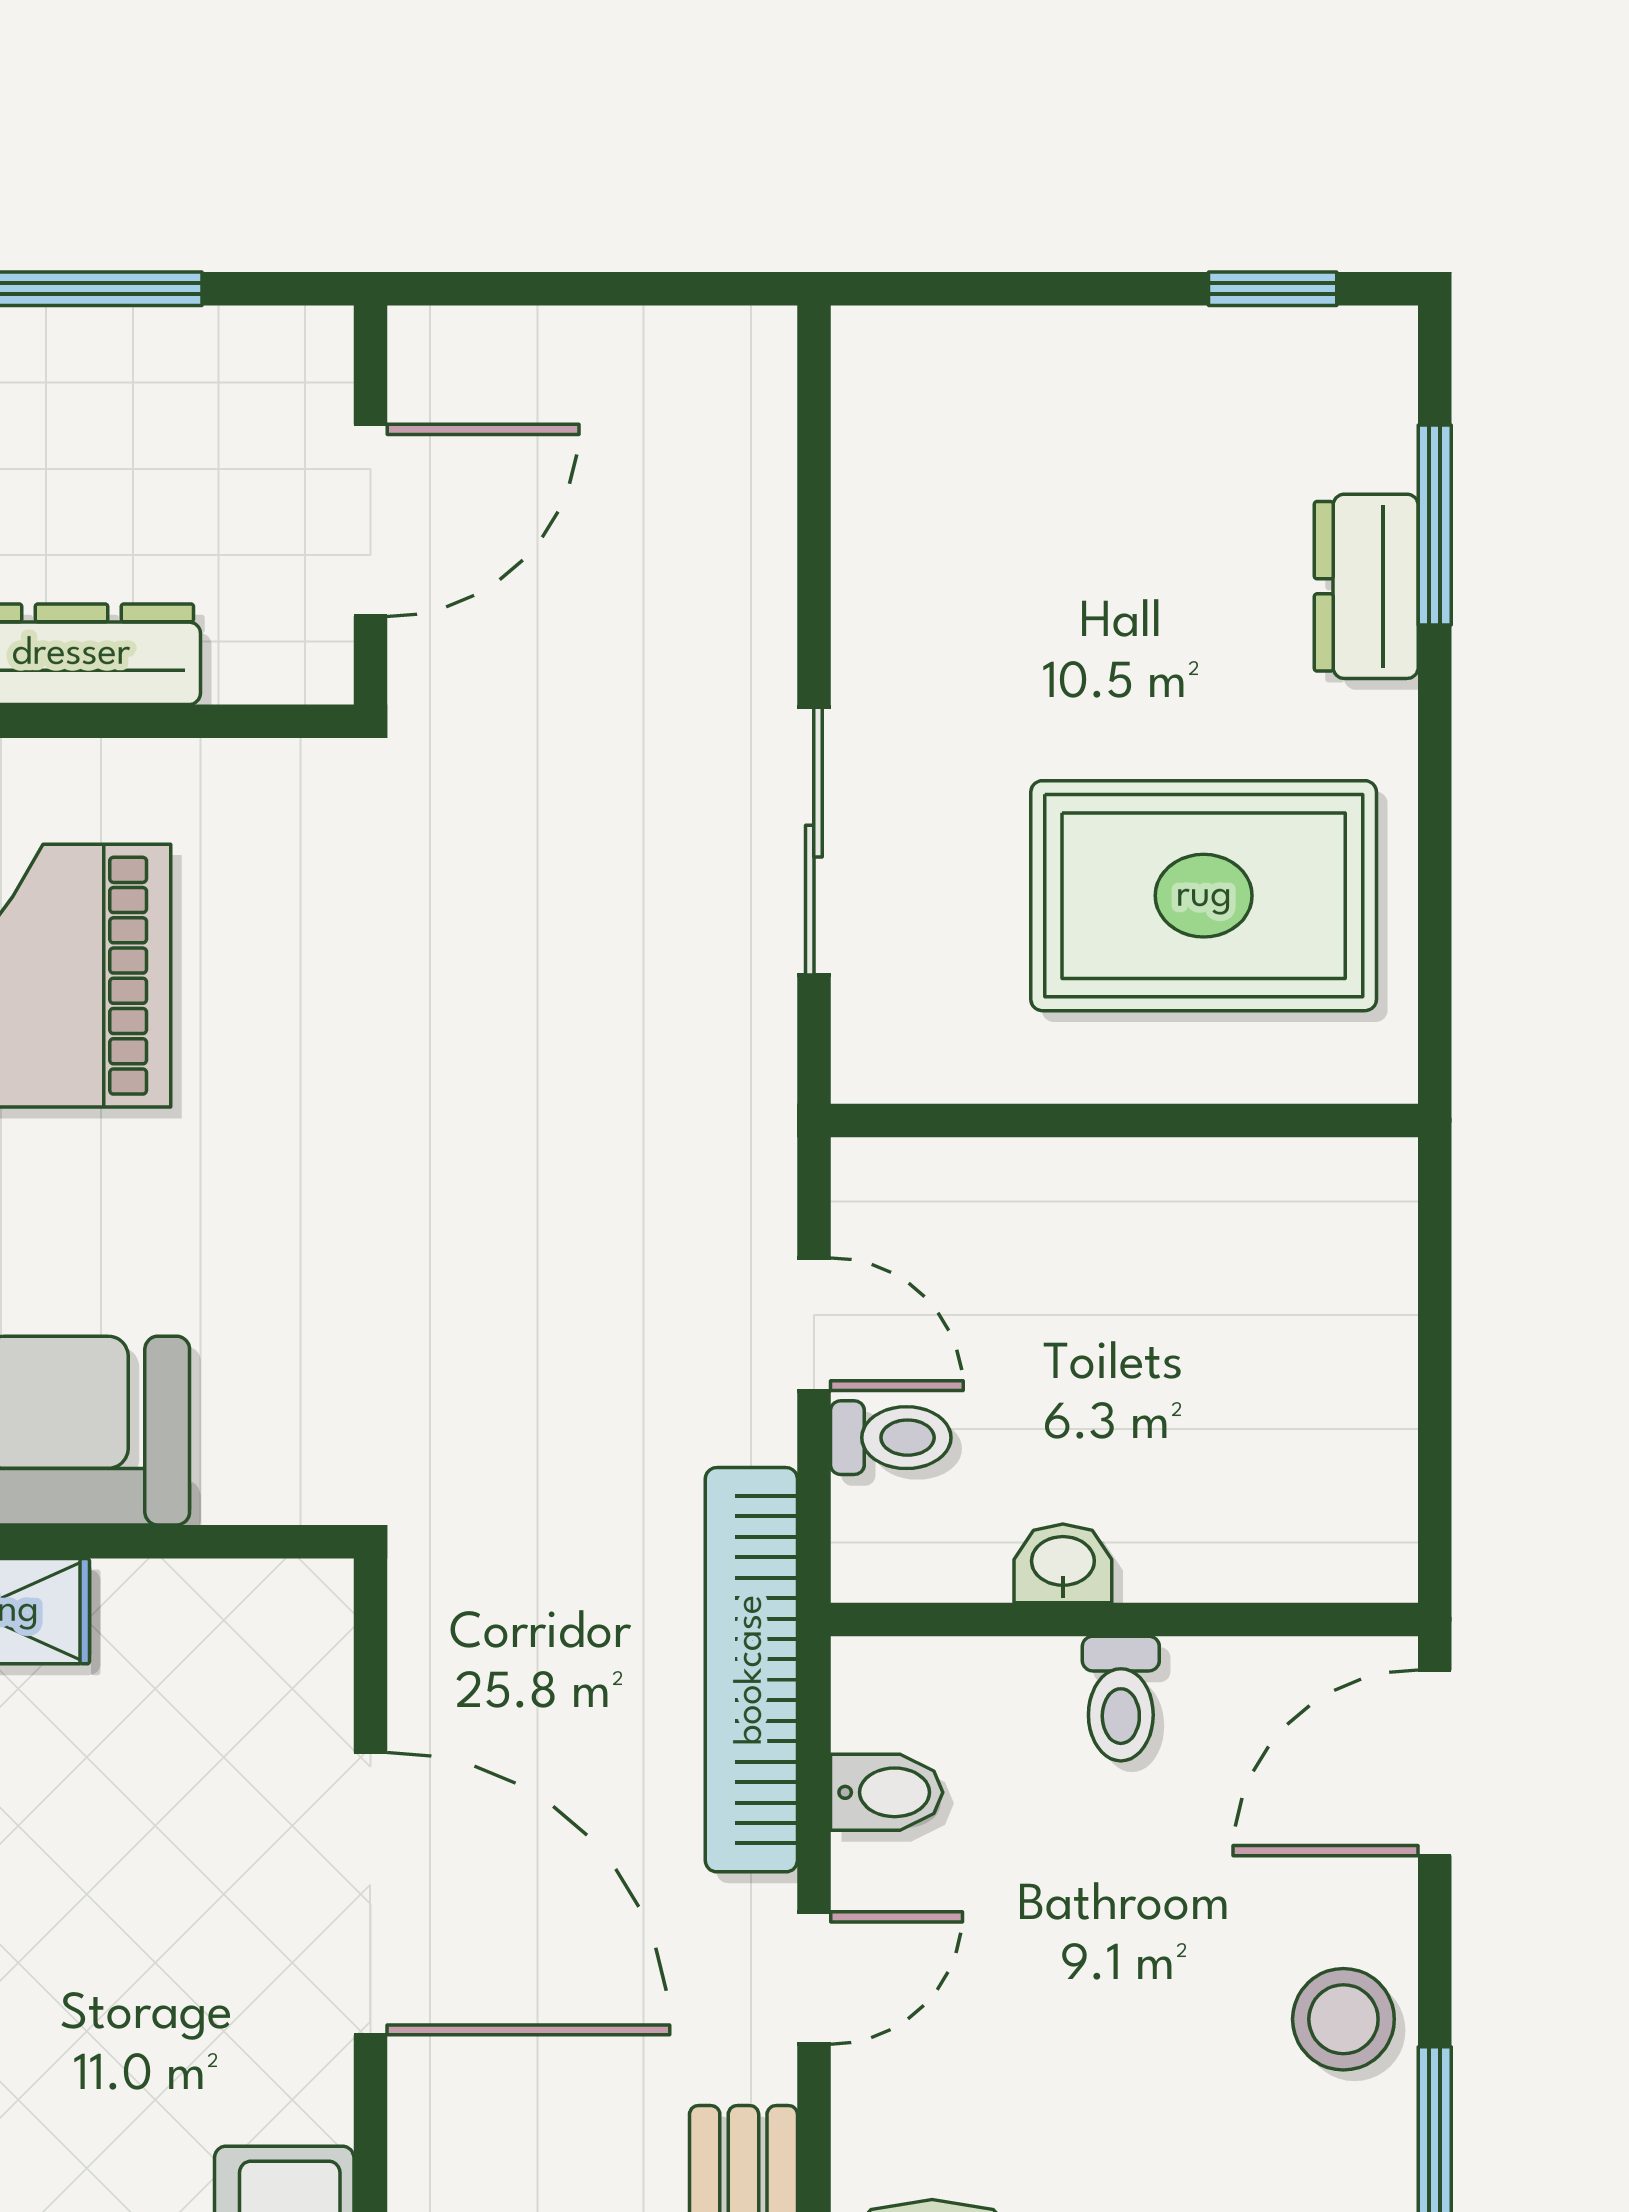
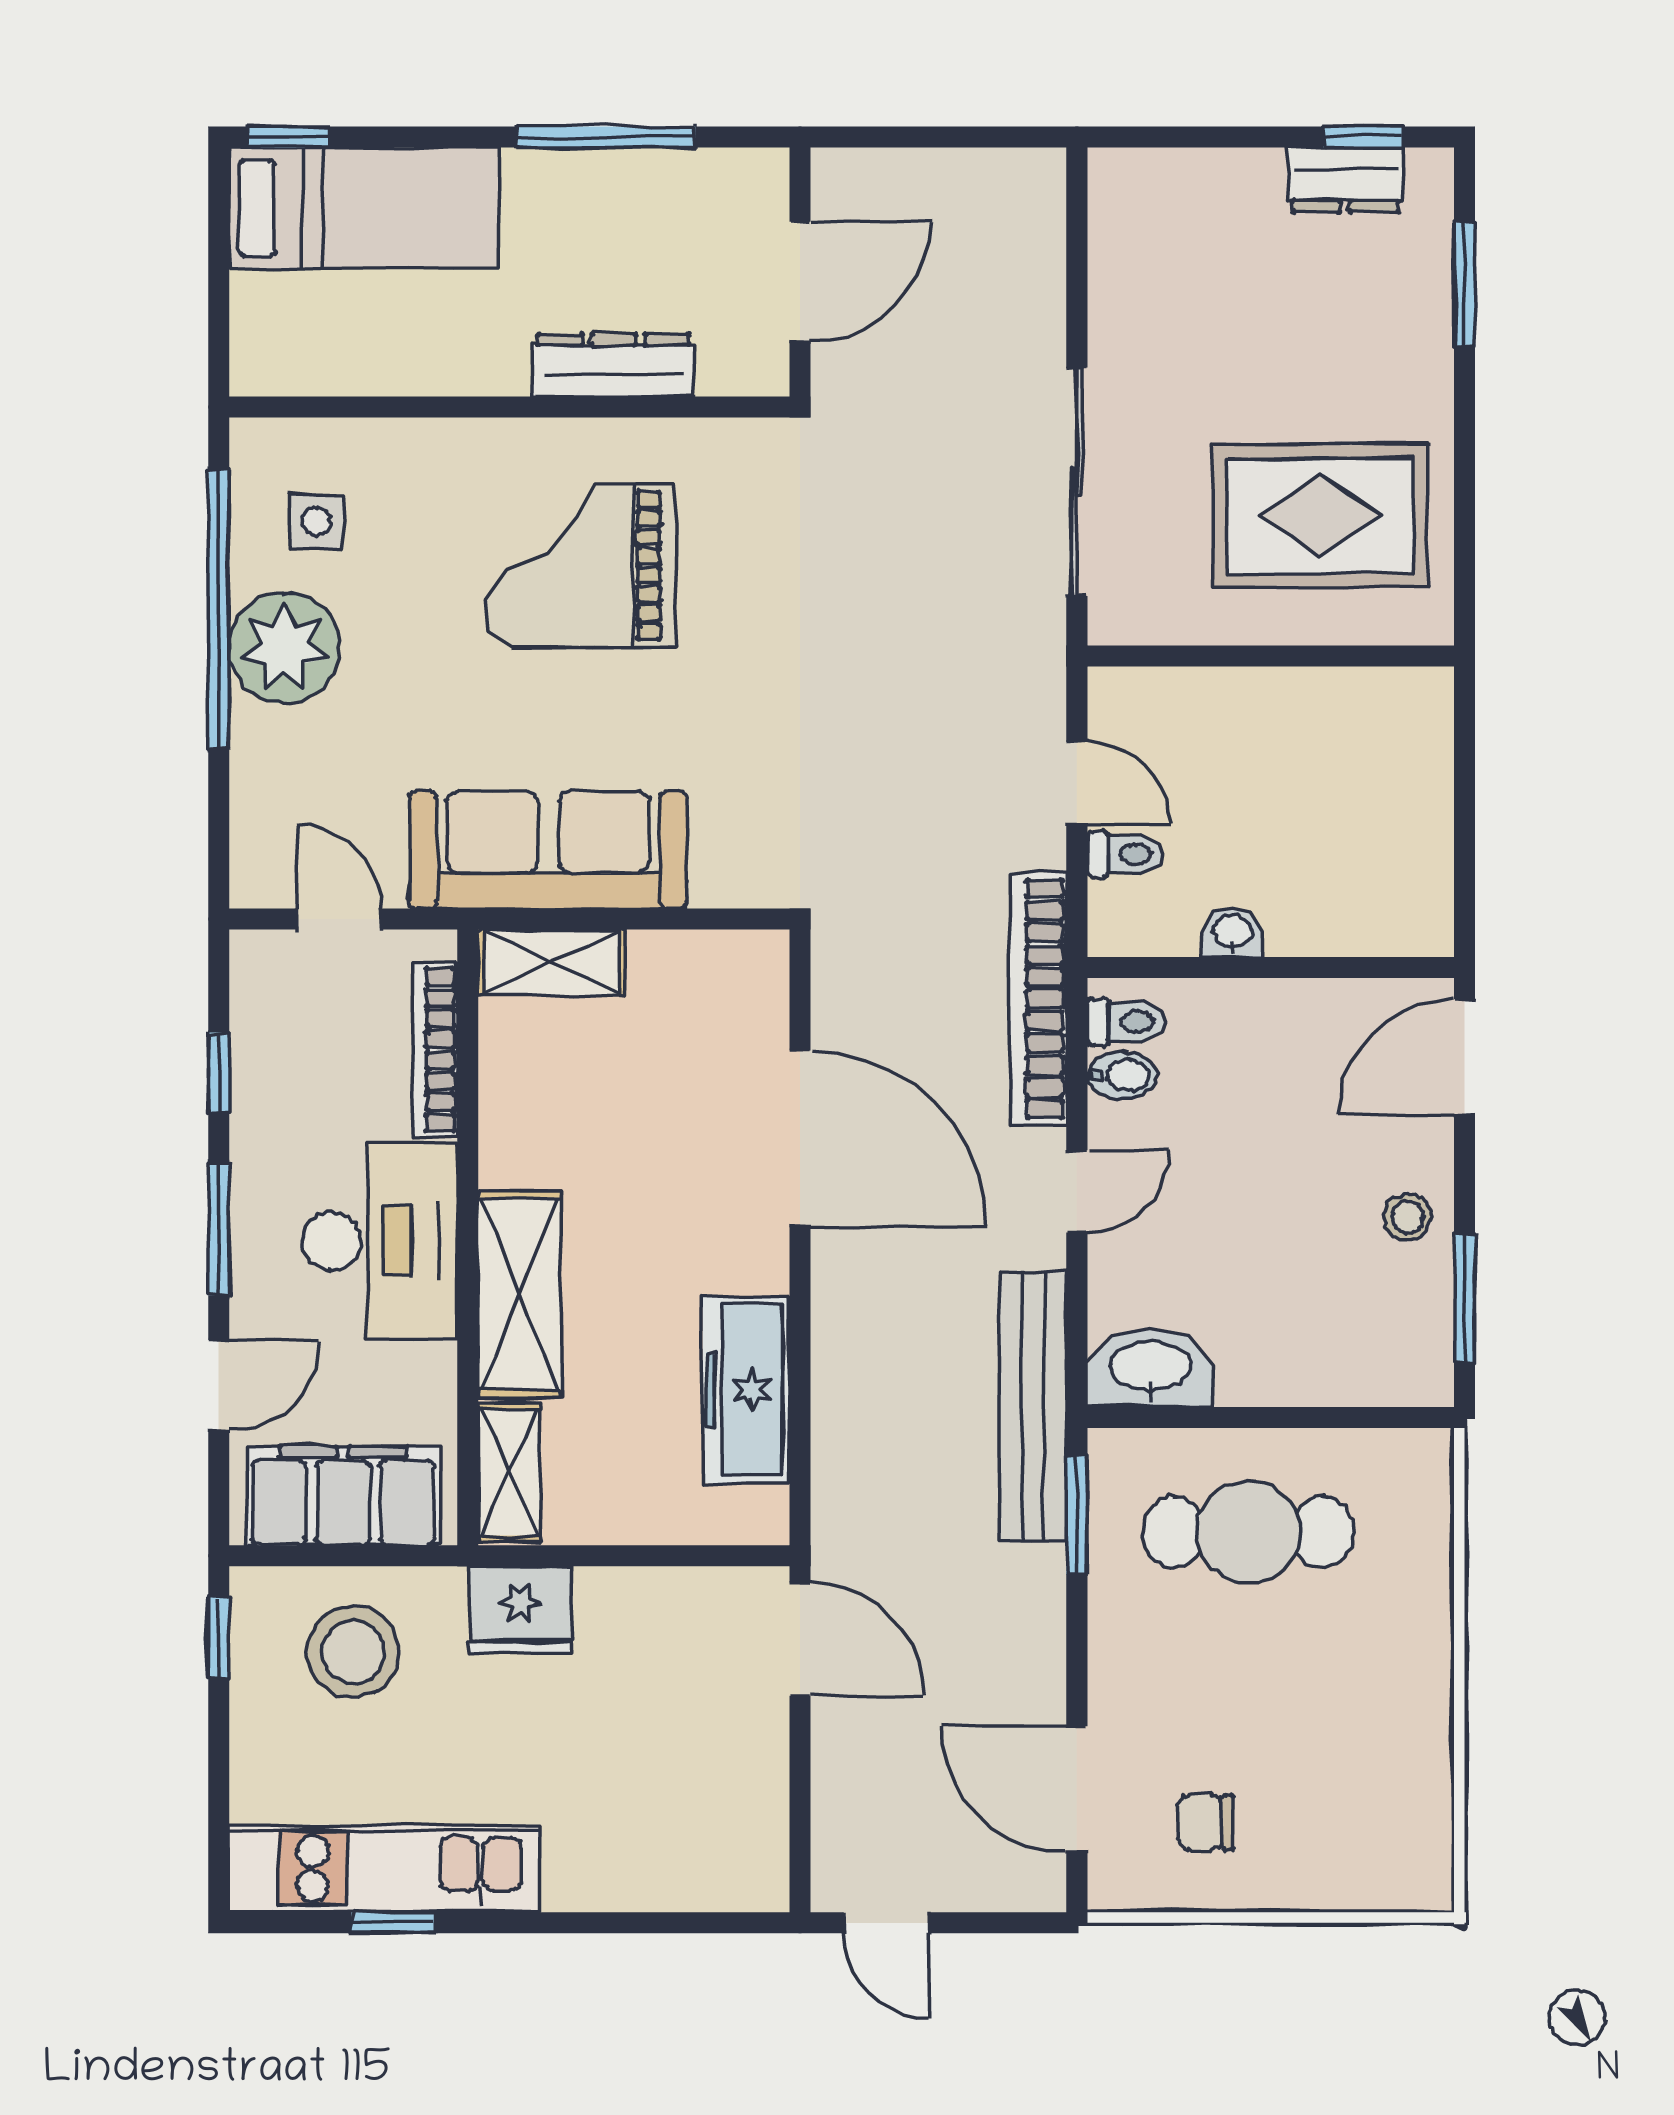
dresser: (1366, 586) -> (1345, 180), moved, turned -90
sliding door: (814, 841) -> (1077, 482), width x1.37
toilet: (1121, 1699) -> (1126, 1022), moved, turned -90
stool: (1343, 2019) -> (1407, 1217), width x0.73, depth x0.73

